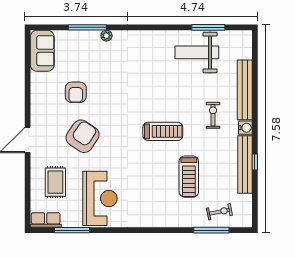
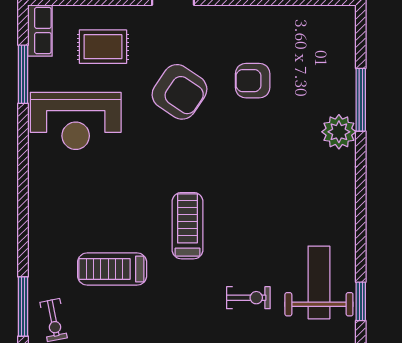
window: (208, 27) -> (361, 301), width x0.69
plant: (106, 36) -> (339, 132), width x1.87, depth x1.87
sofa: (42, 51) -> (322, 25), removed
exercise bike: (213, 115) -> (248, 298), moved
treadmill: (163, 131) -> (187, 226), turned 180

